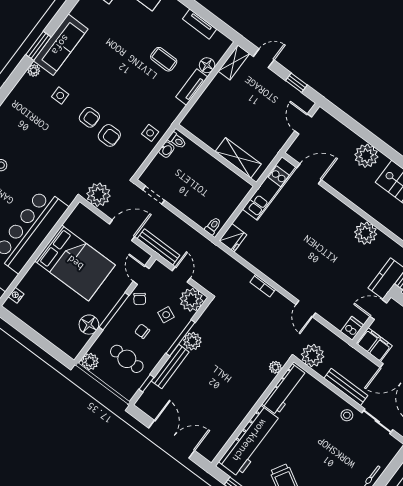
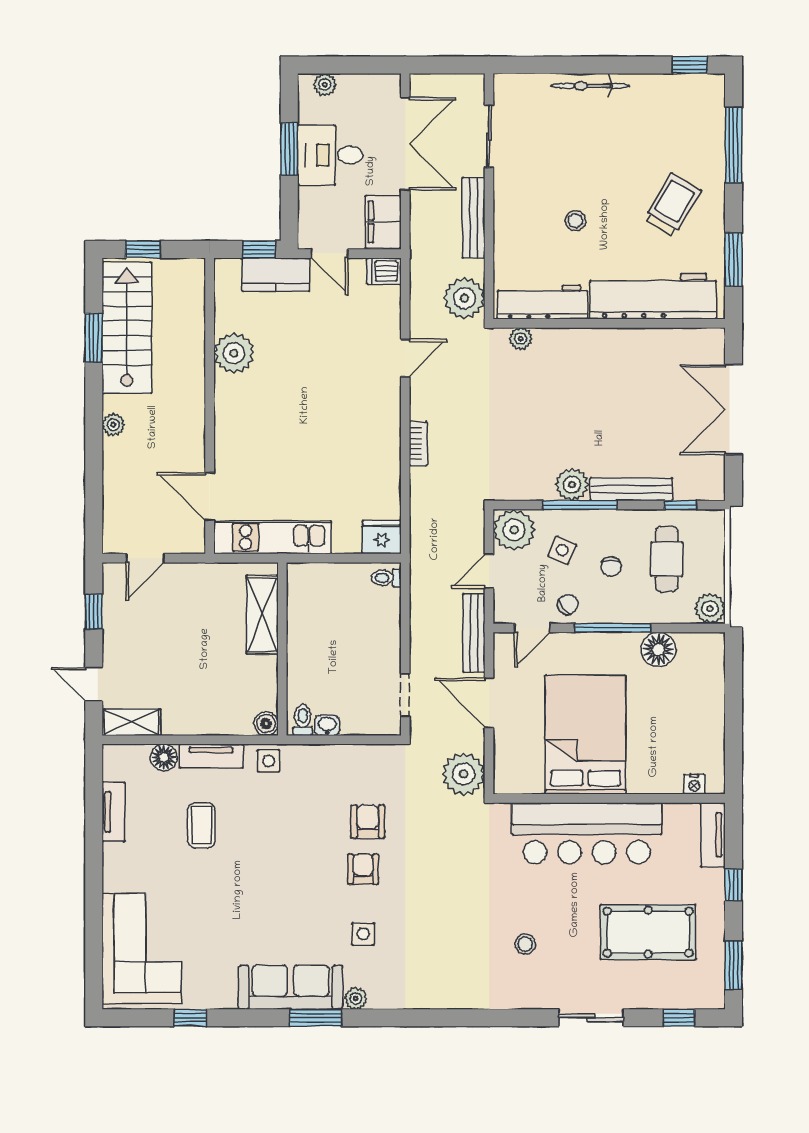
boiler: (188, 123) -> (266, 724), added
side table: (150, 133) -> (269, 761), moved
plant: (366, 156) -> (113, 425), width x0.53, depth x0.53
stool: (347, 415) -> (575, 221), moved

